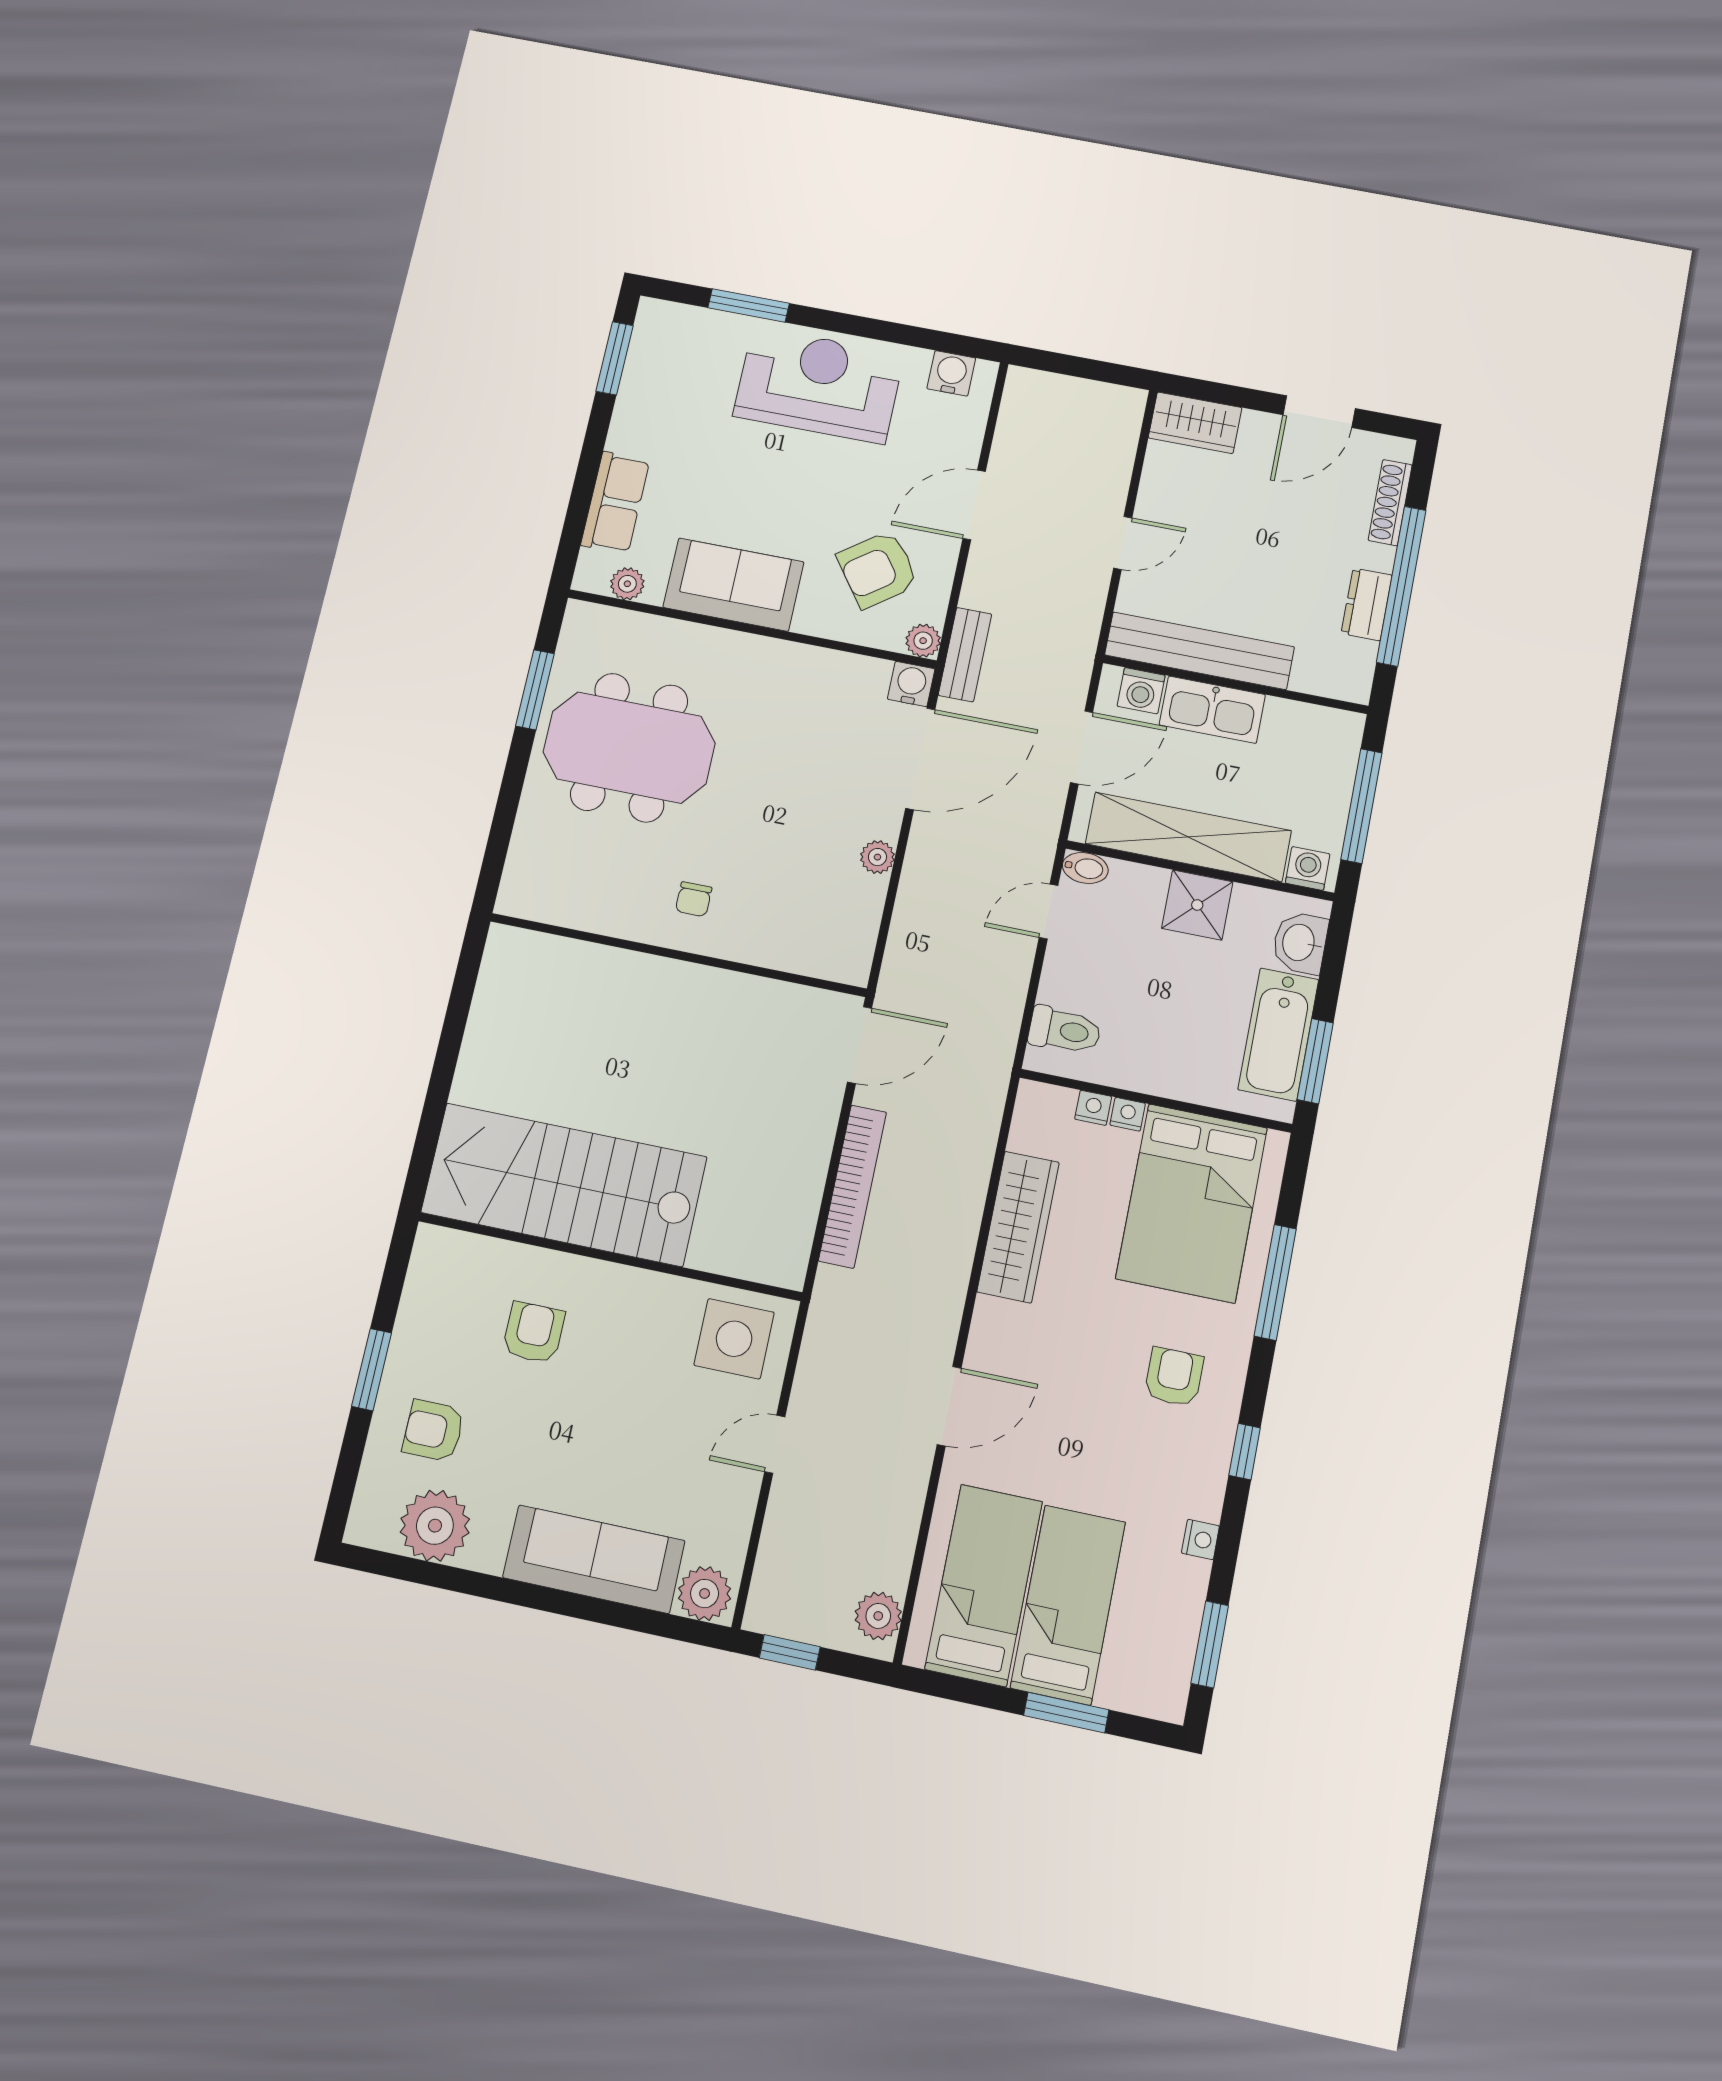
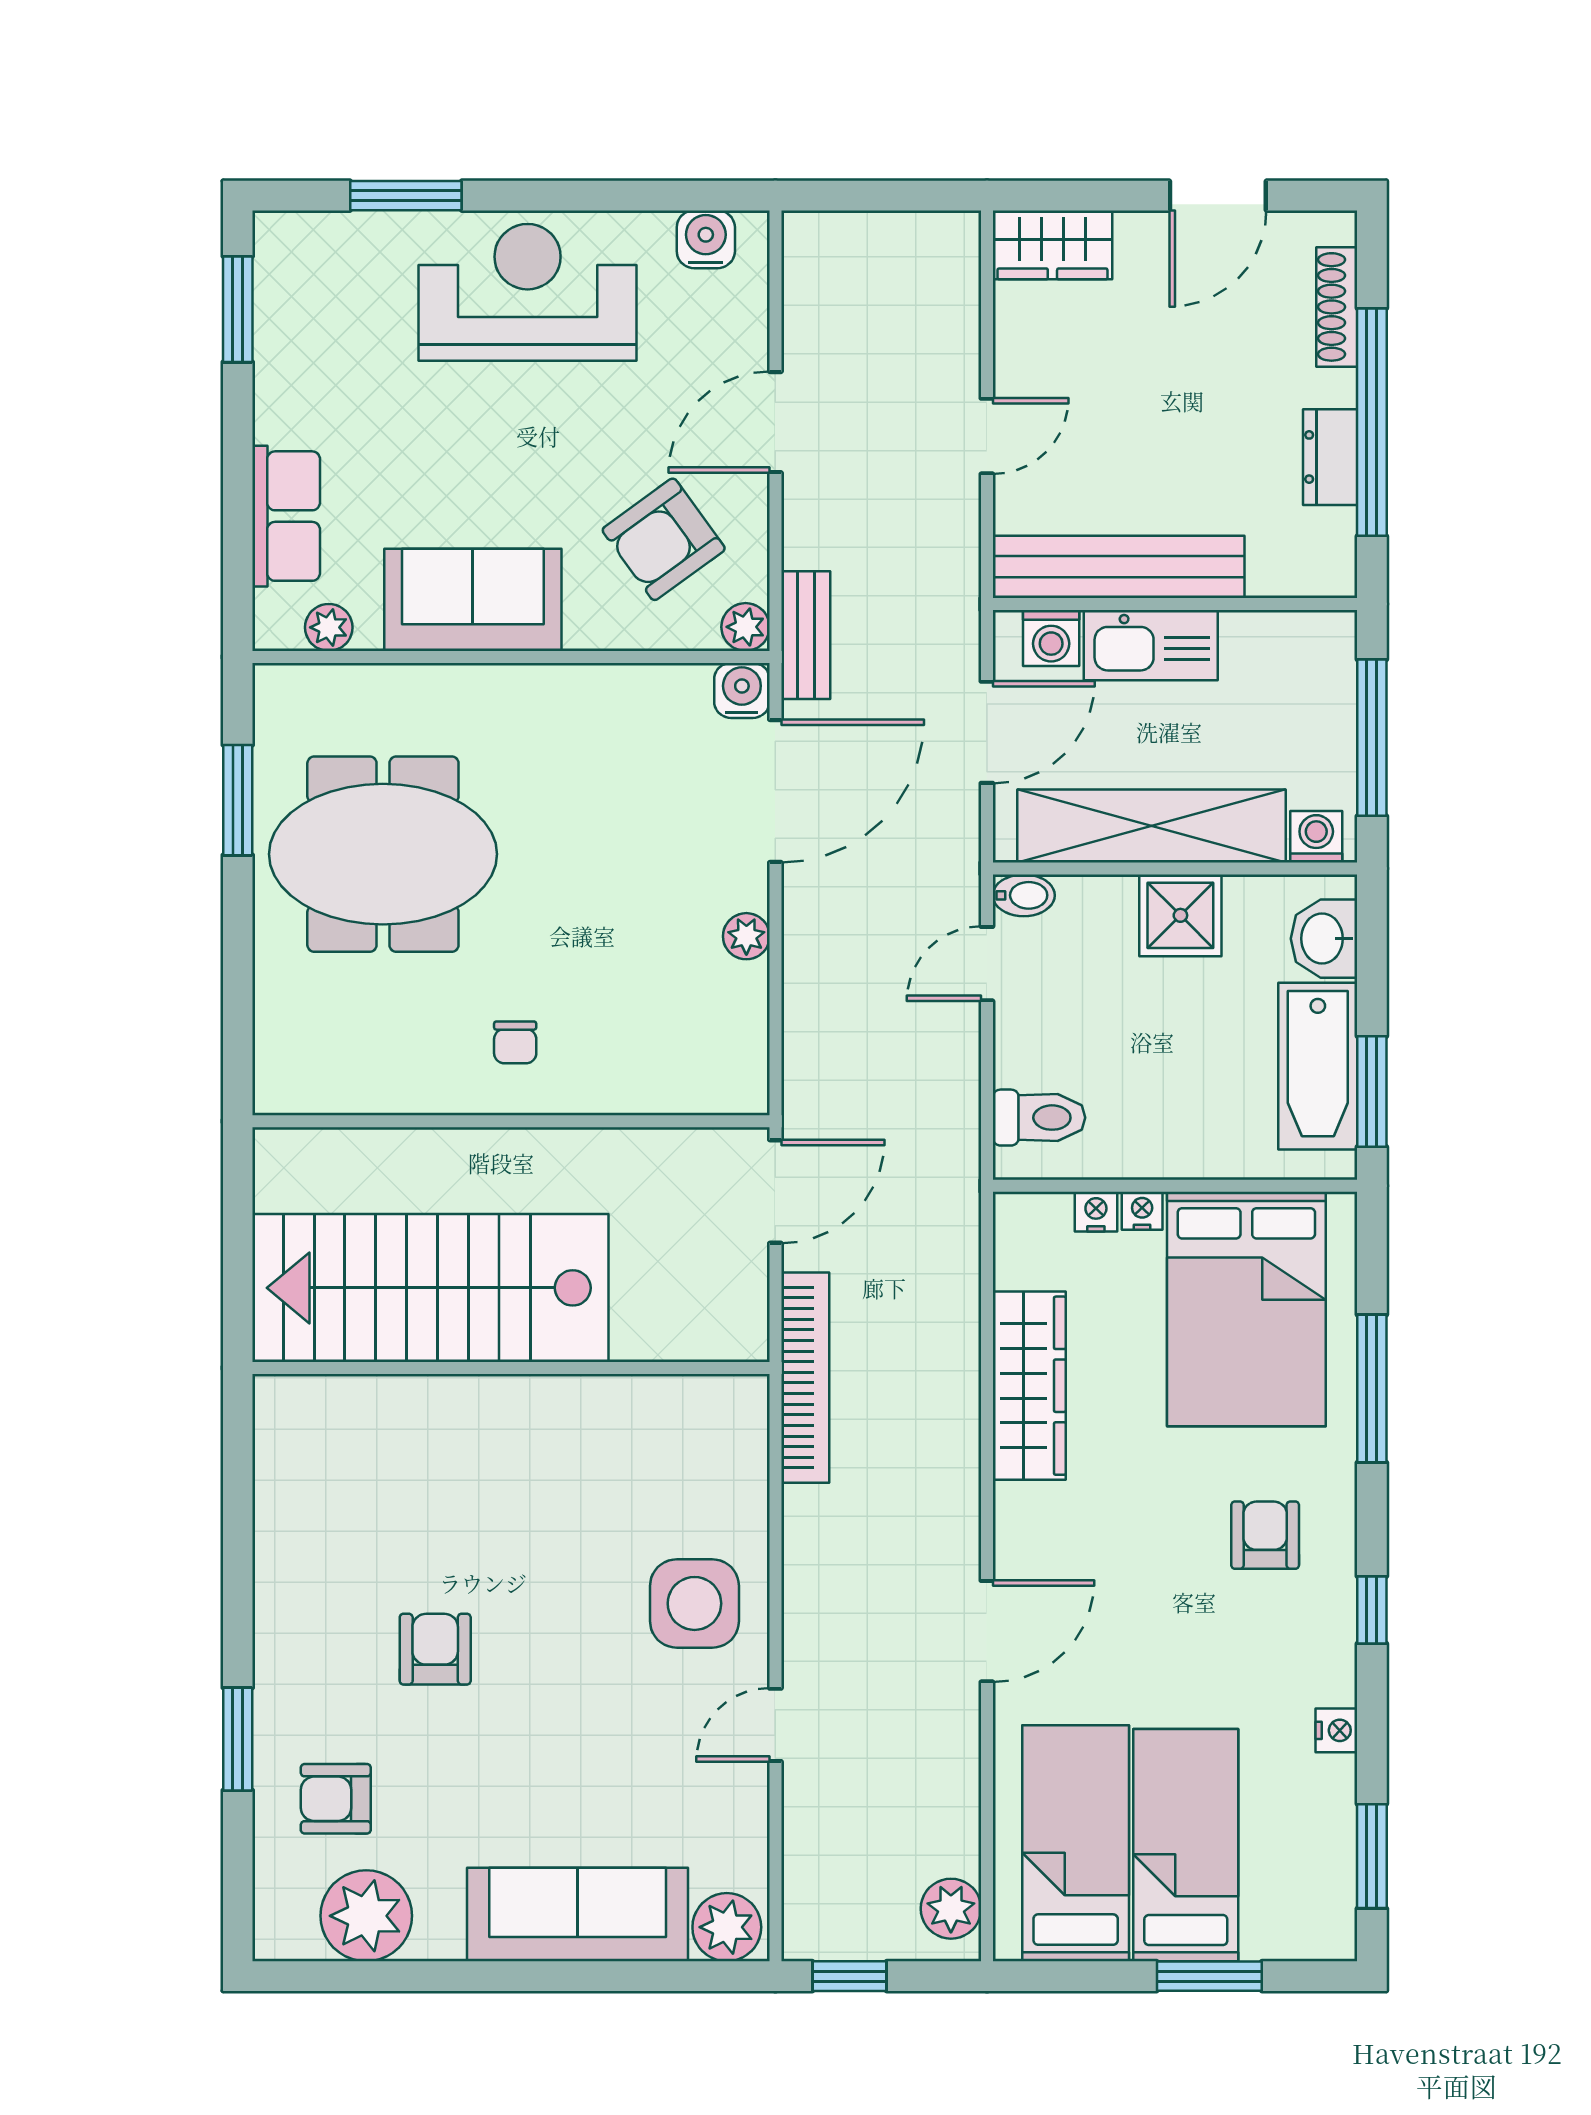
stairs: (564, 1185) -> (430, 1288), moved
wall: (610, 1257) -> (511, 1368), moved

